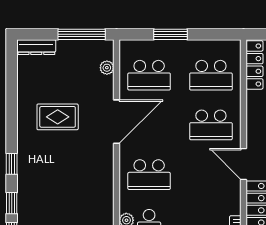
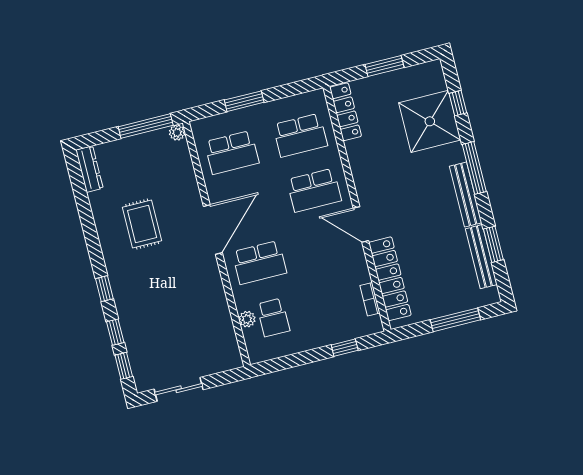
dresser: (36, 47) -> (89, 169), moved, turned -90
plant: (107, 68) -> (177, 133), moved
rug: (58, 117) -> (142, 224), turned 90
door: (117, 122) -> (213, 229), moved

